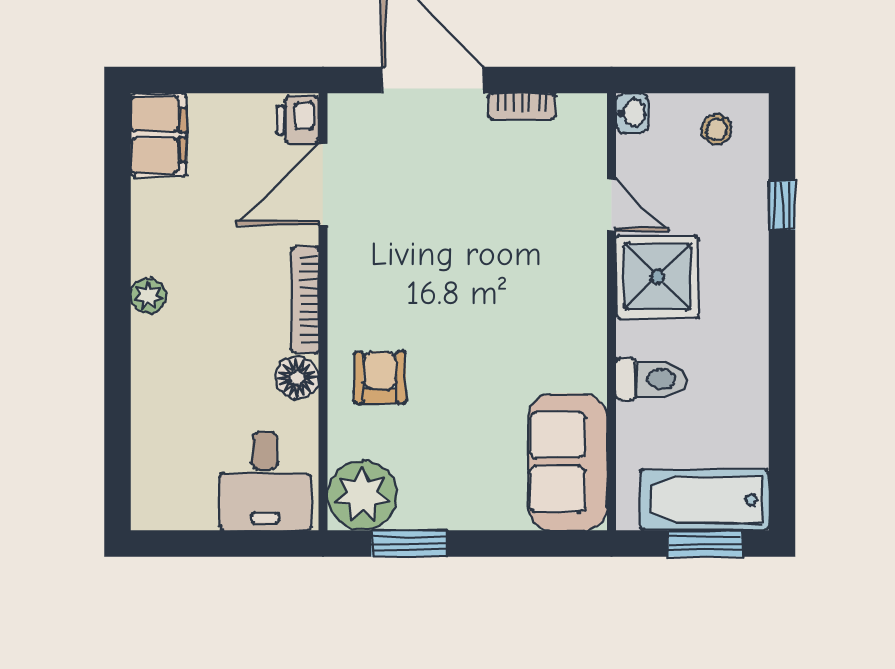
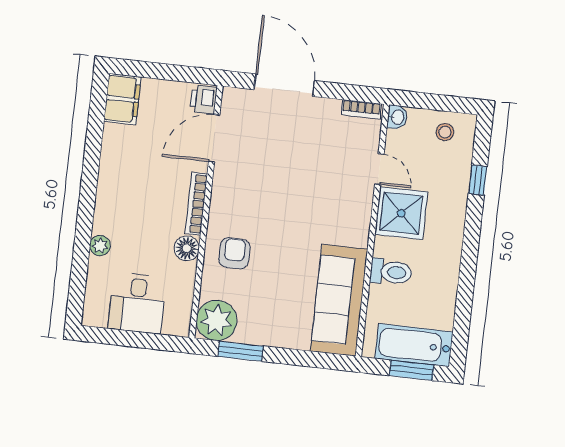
bookcase: (522, 106) -> (361, 109), moved
plant: (148, 296) -> (100, 246), moved
sofa: (568, 462) -> (339, 300), width x1.36
desk: (265, 481) -> (137, 303), moved

